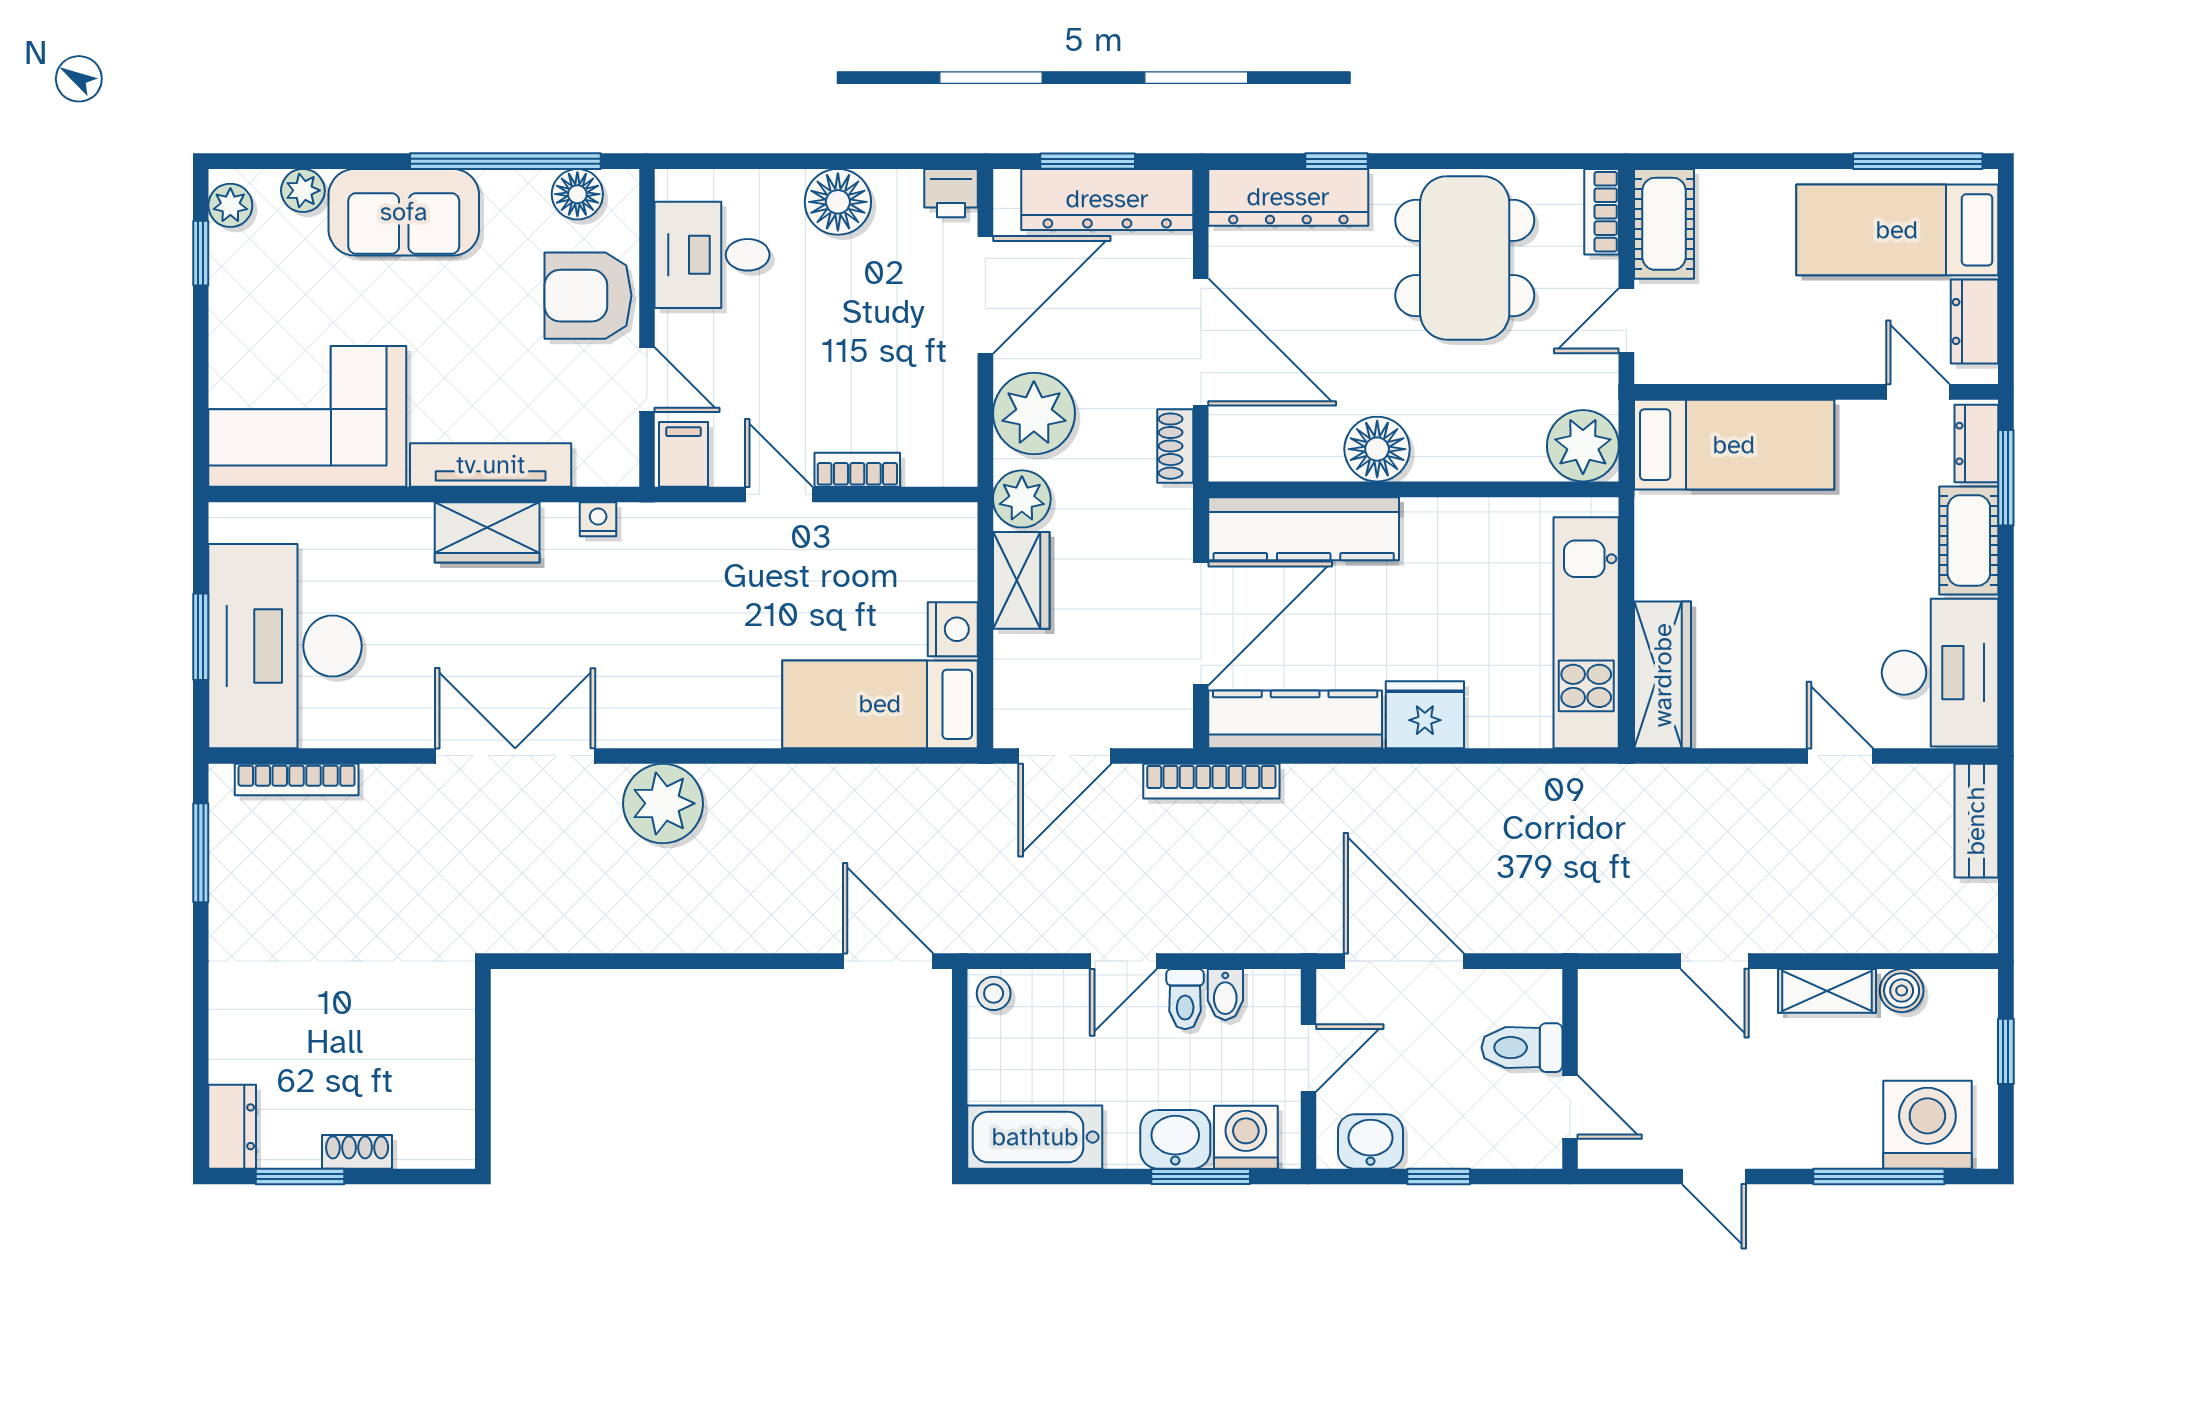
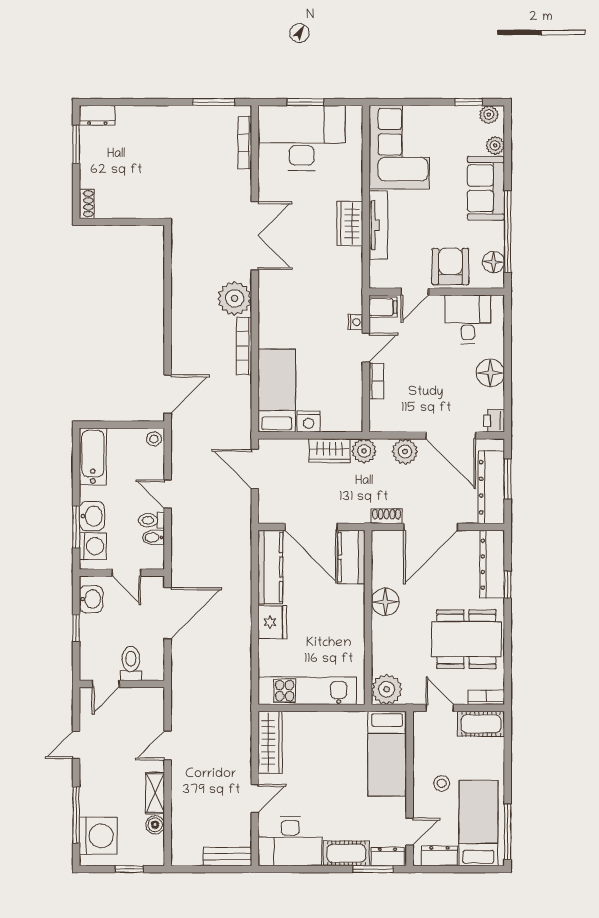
stool: (1804, 316) -> (442, 783), added
plant: (1034, 413) -> (405, 451), width x0.73, depth x0.73
nightstand: (598, 519) -> (355, 322), moved
kitchen counter: (1304, 529) -> (351, 557), width x0.67
wardrobe: (1663, 675) -> (270, 742), moved, turned -90
bookcase: (1211, 781) -> (244, 346), moved
shoe rack: (357, 1152) -> (87, 204), moved

